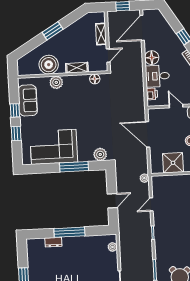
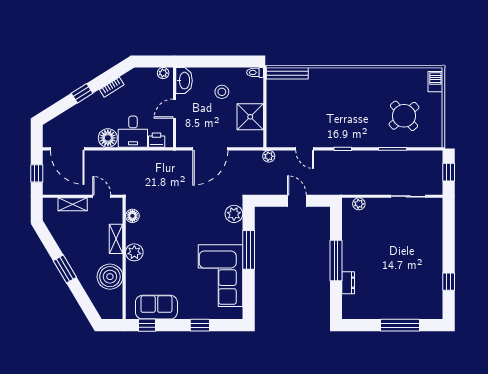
plant: (56, 82) -> (134, 252), moved
window: (15, 110) -> (147, 325), moved

